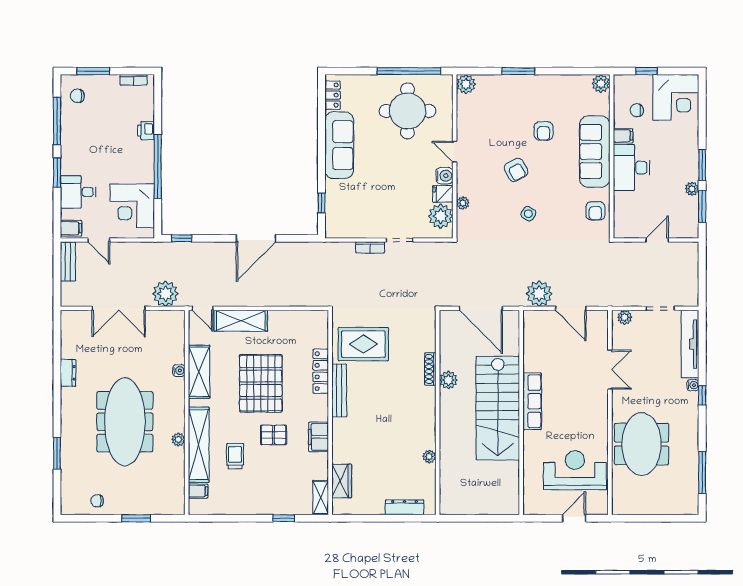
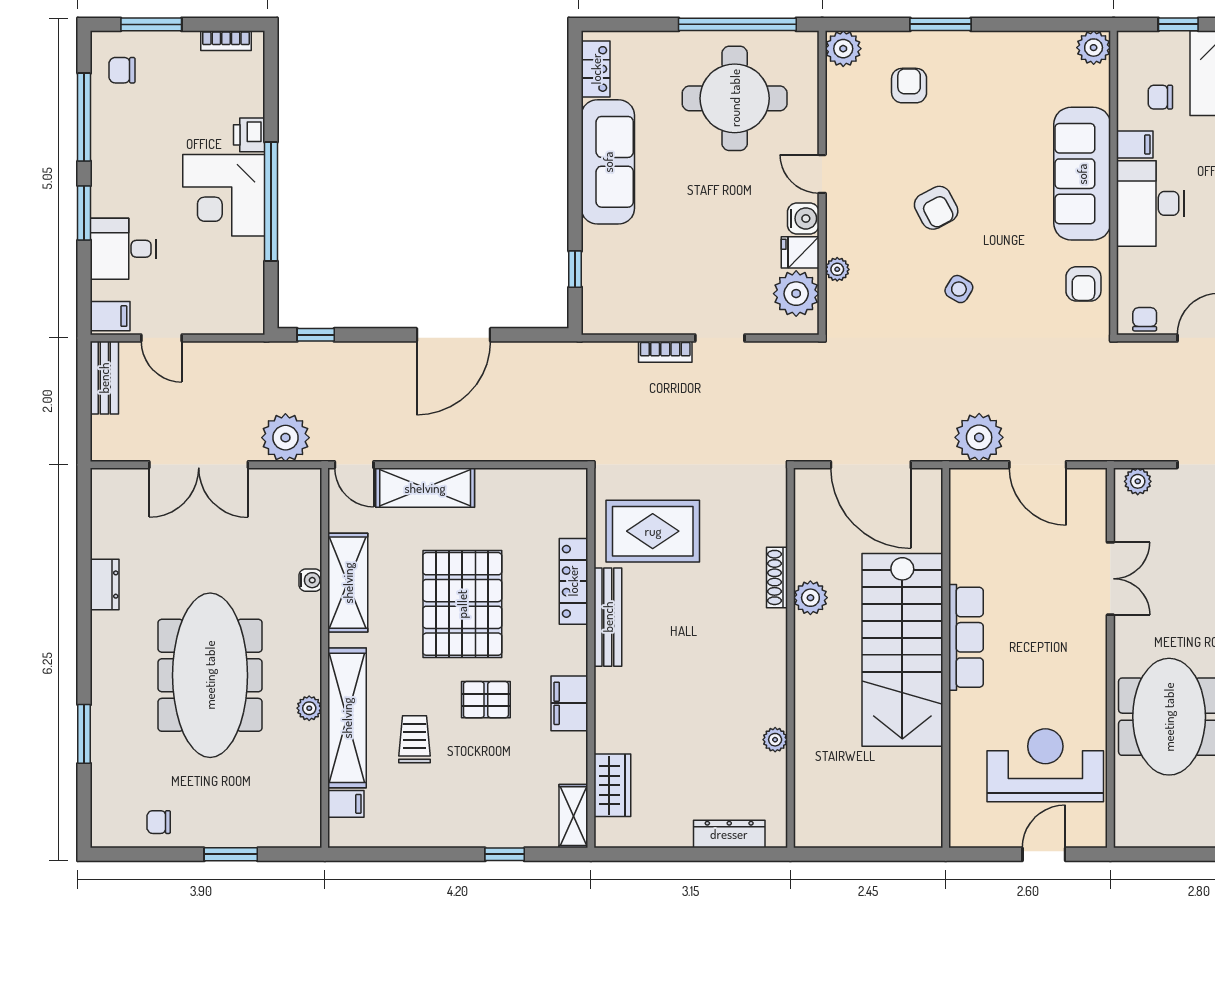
armchair: (544, 131) -> (909, 86), moved, turned 180
corner desk: (132, 206) -> (224, 195), moved
chair: (628, 230) -> (1145, 319), added

